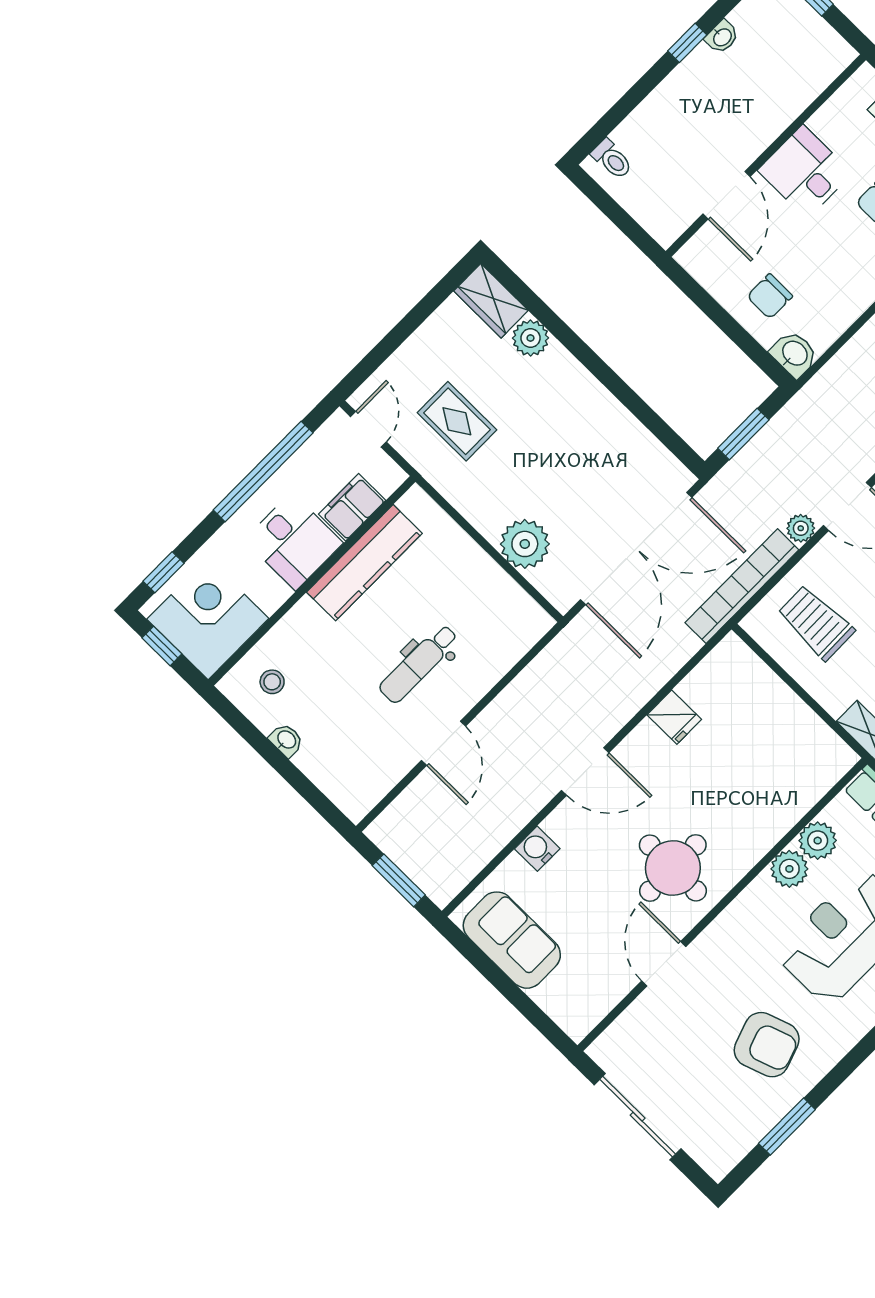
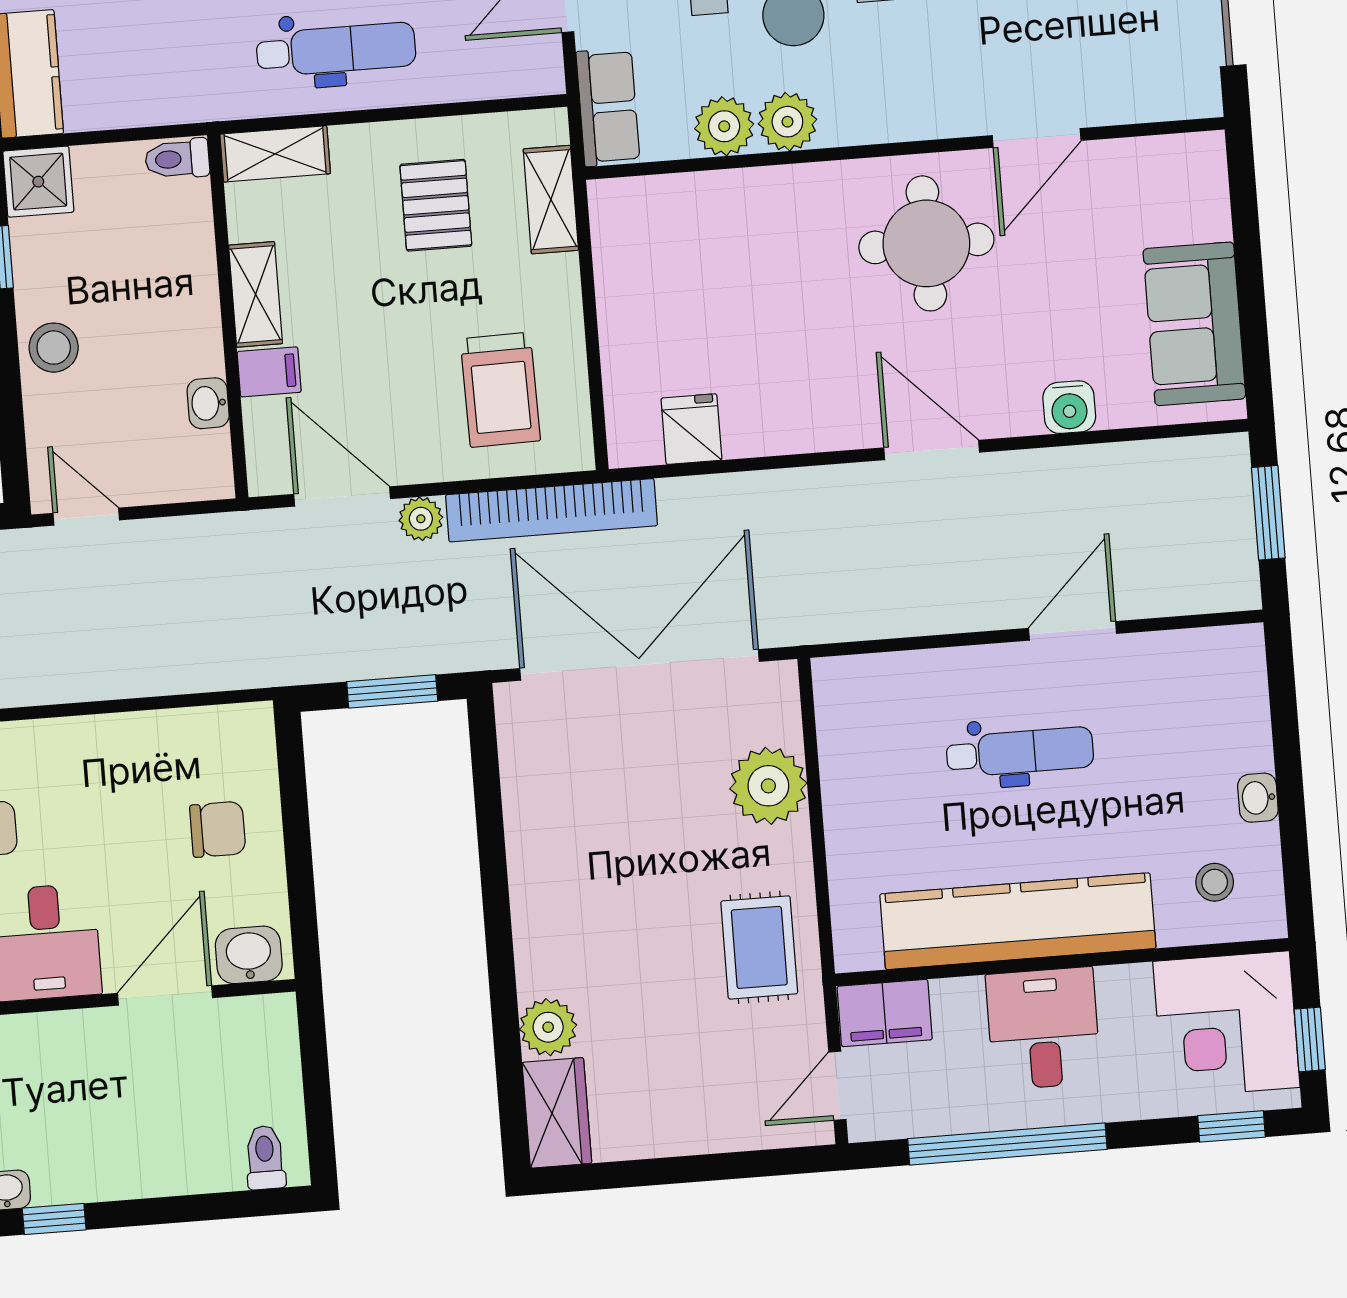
washbasin: (794, 354) -> (249, 955), moved, turned 90
rug: (457, 421) -> (759, 947), moved
filing cabinet: (352, 507) -> (885, 1013), moved
kitchen counter: (364, 563) -> (1018, 921), width x1.39, depth x1.17
fridge: (674, 717) -> (691, 429), moved

